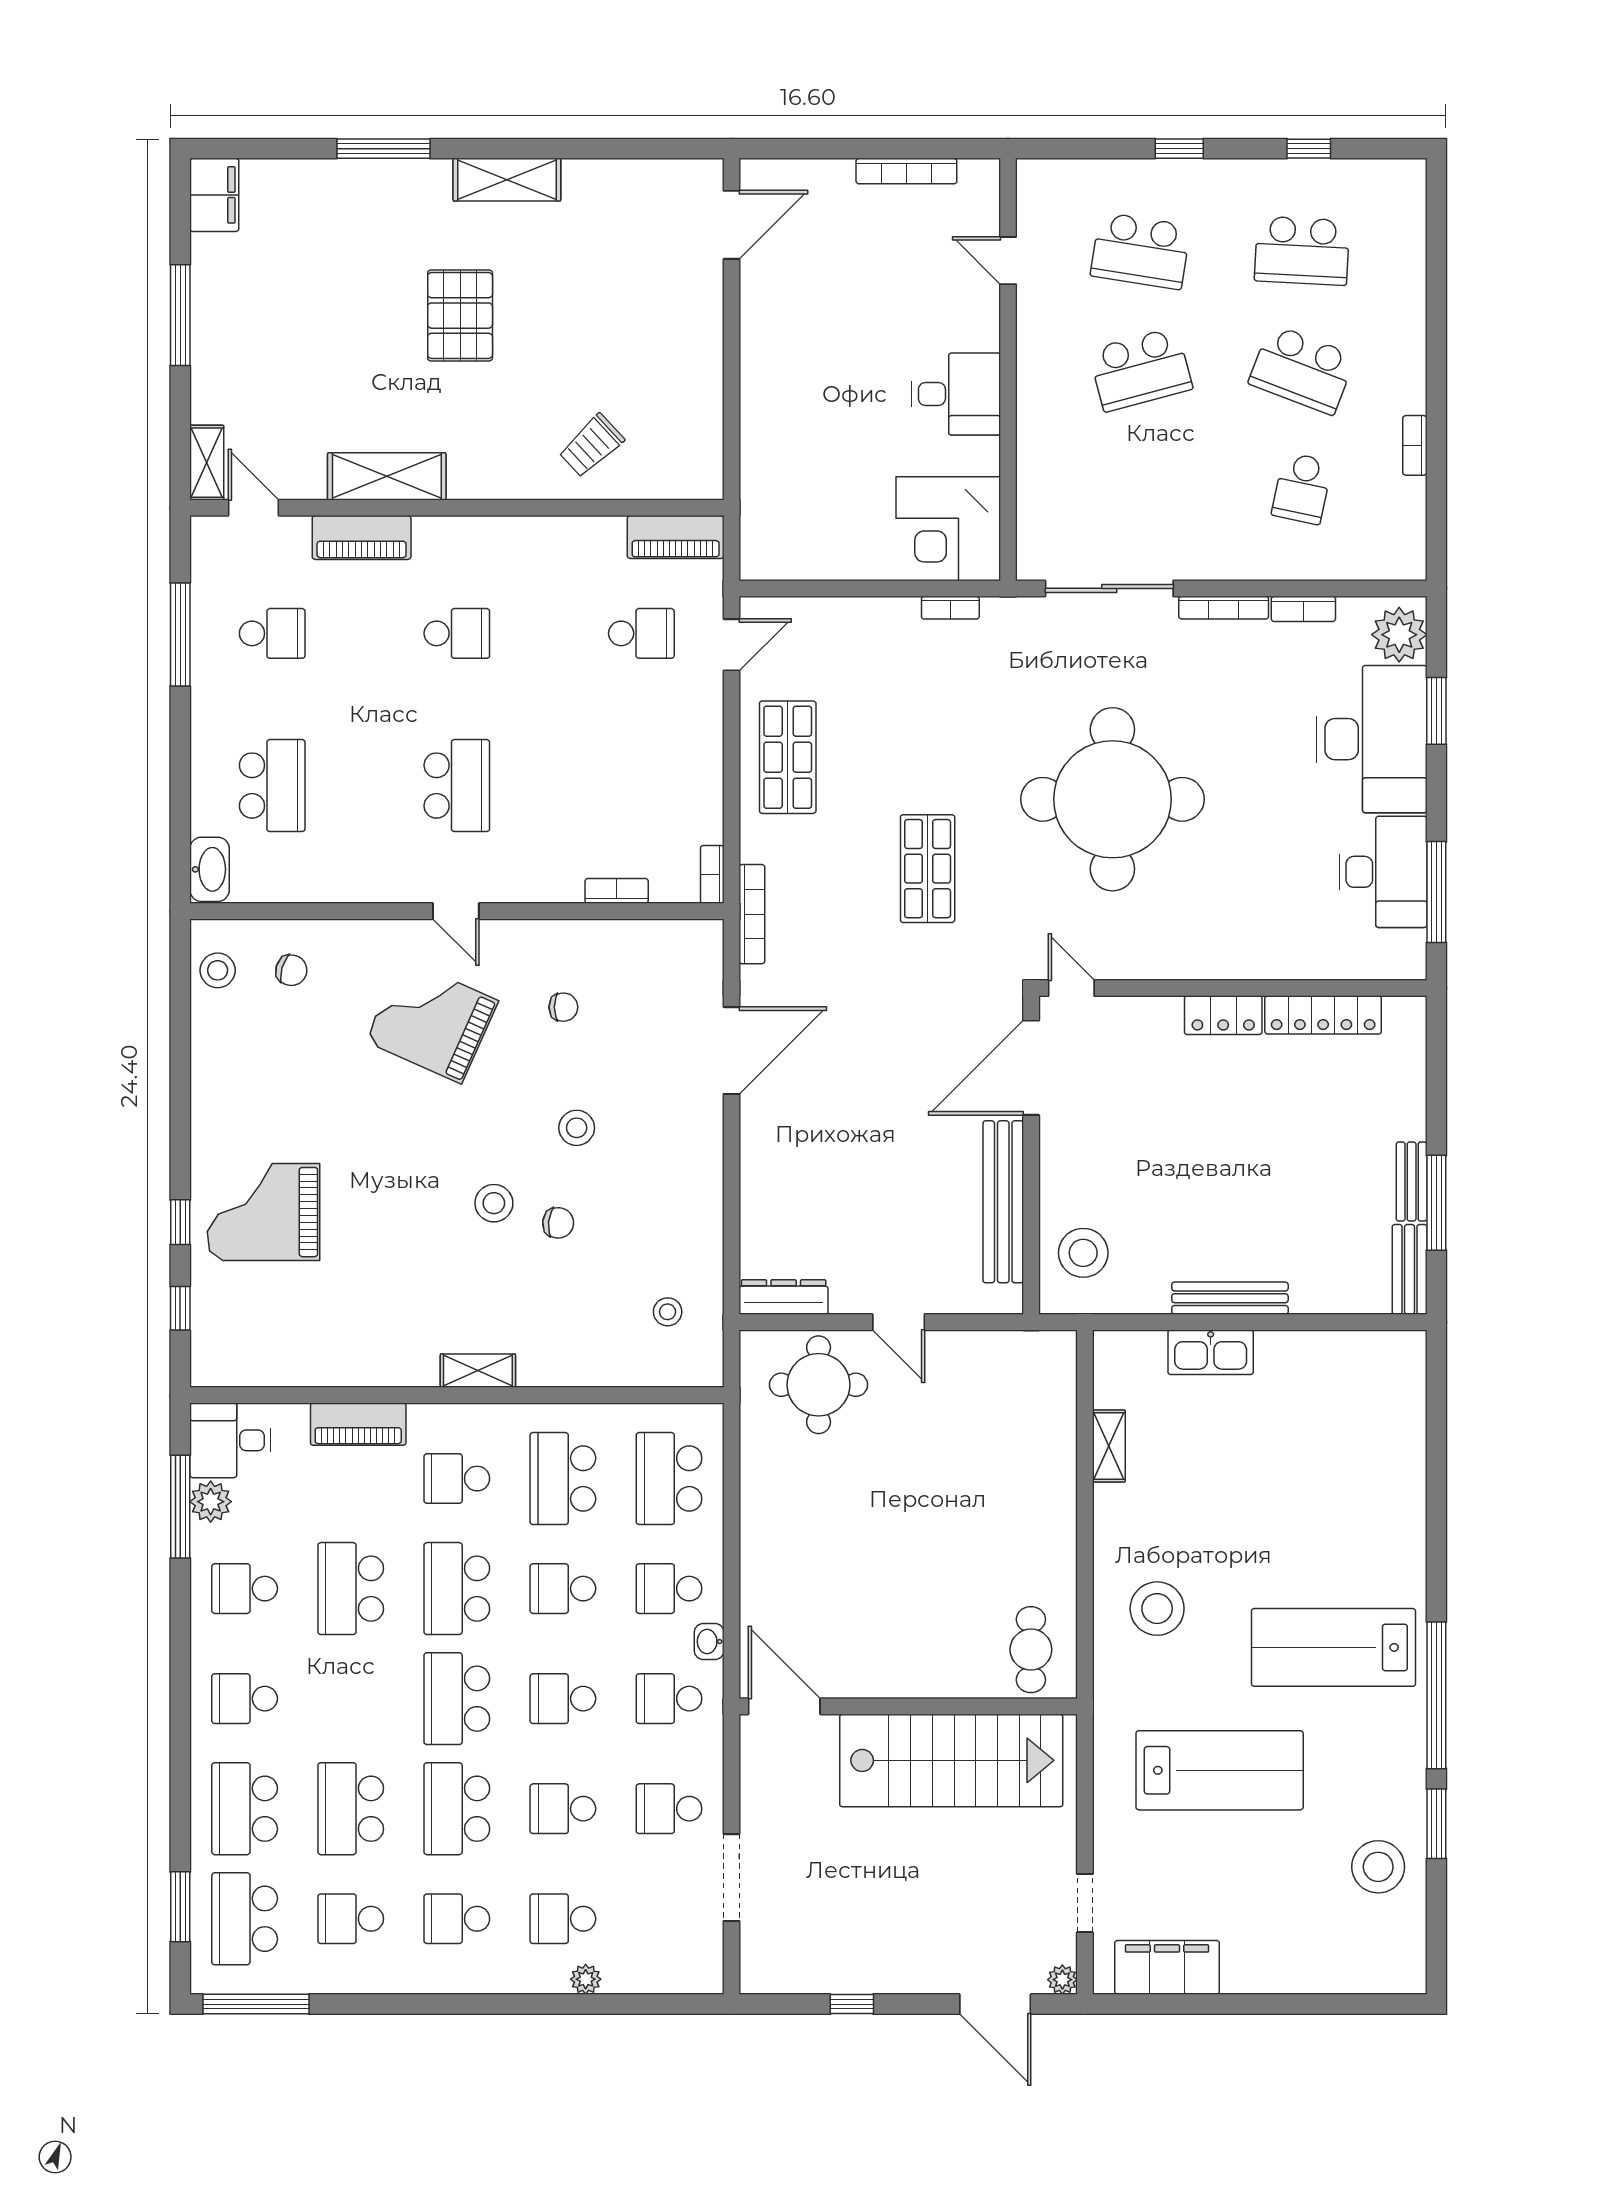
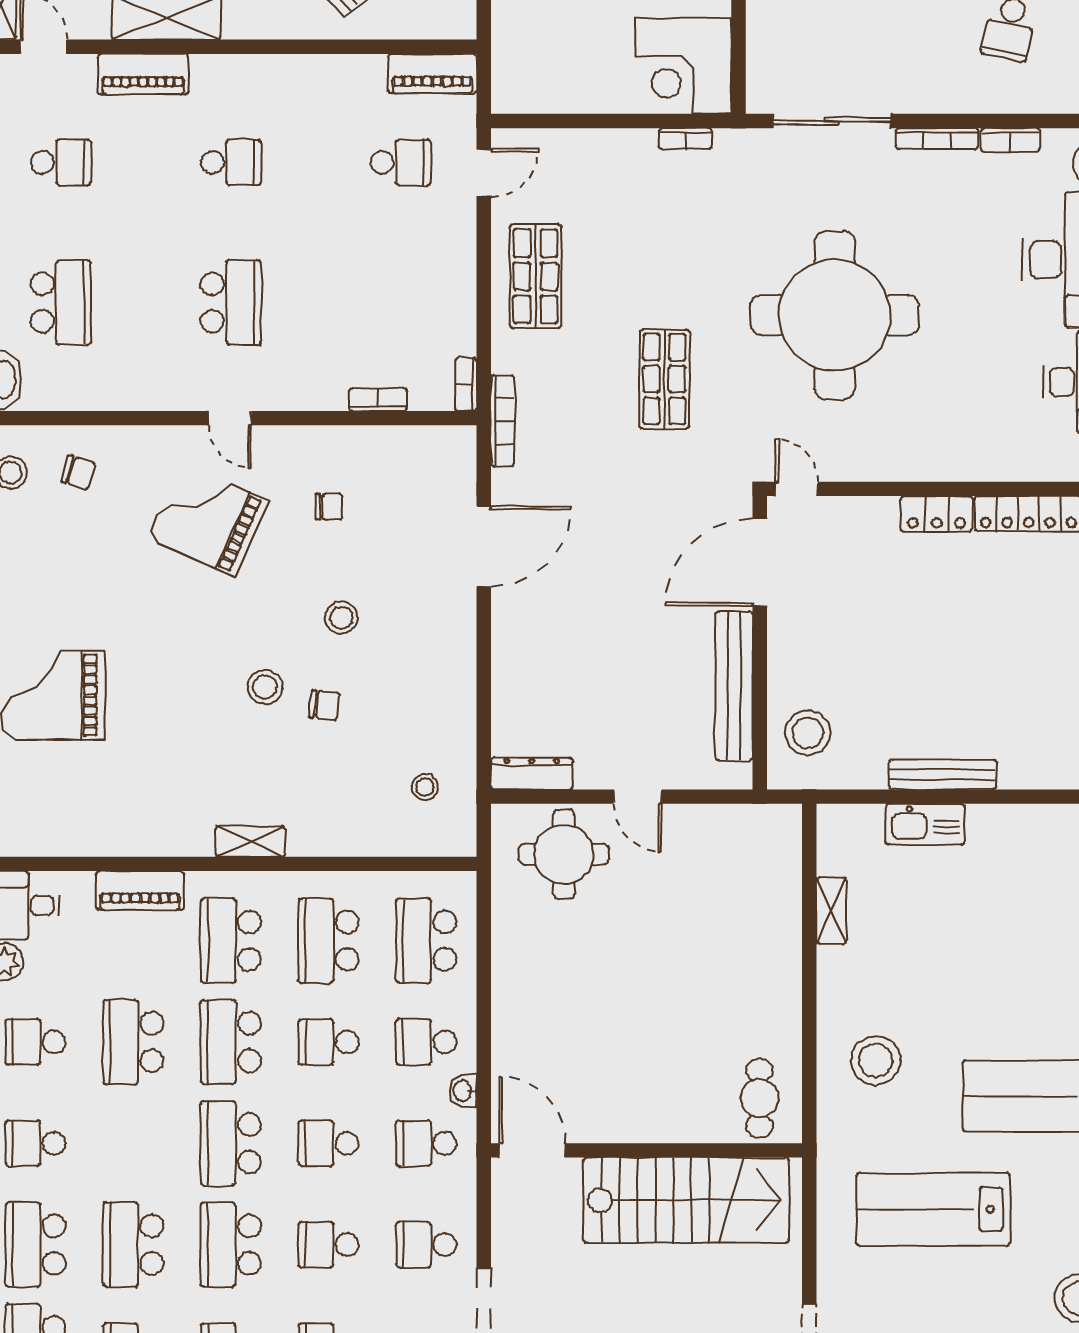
school desk: (457, 1479) -> (231, 941), width x1.85
lab bench: (1220, 1770) -> (933, 1209), turned 180

